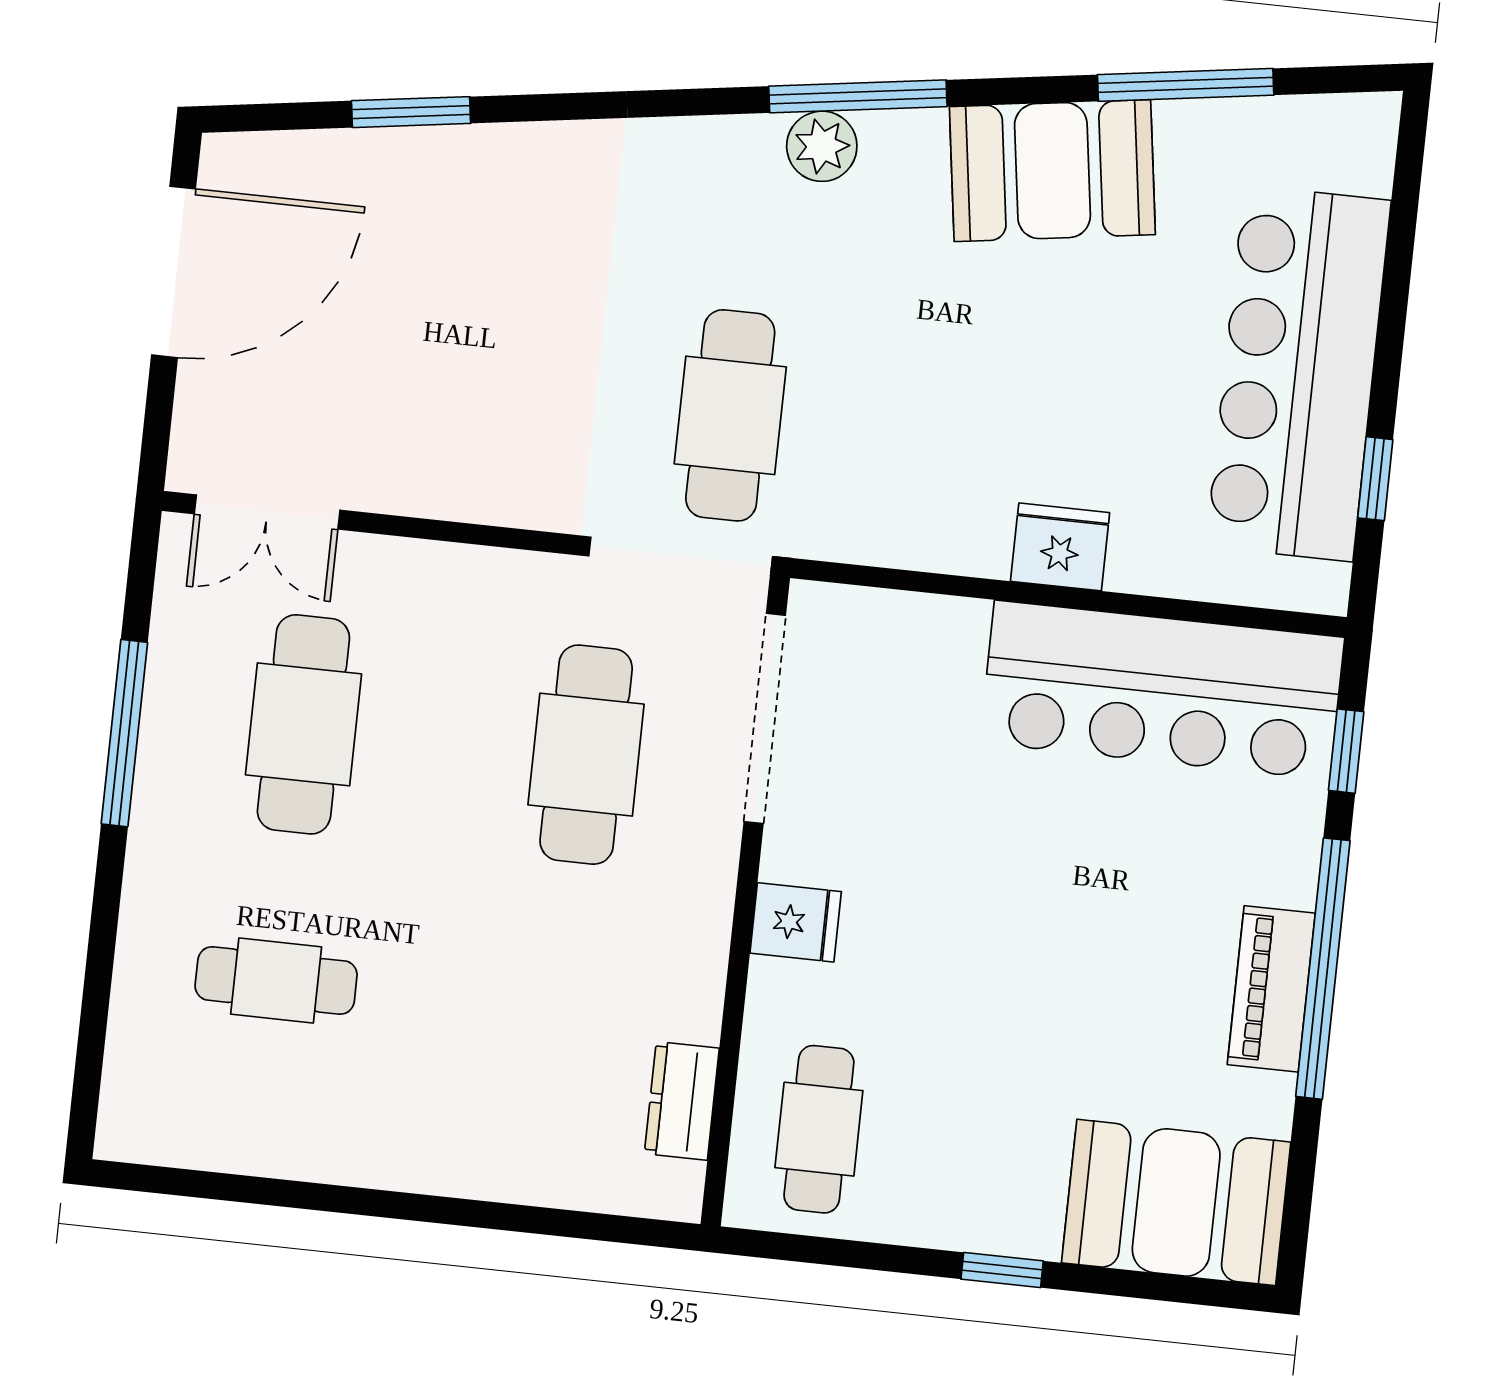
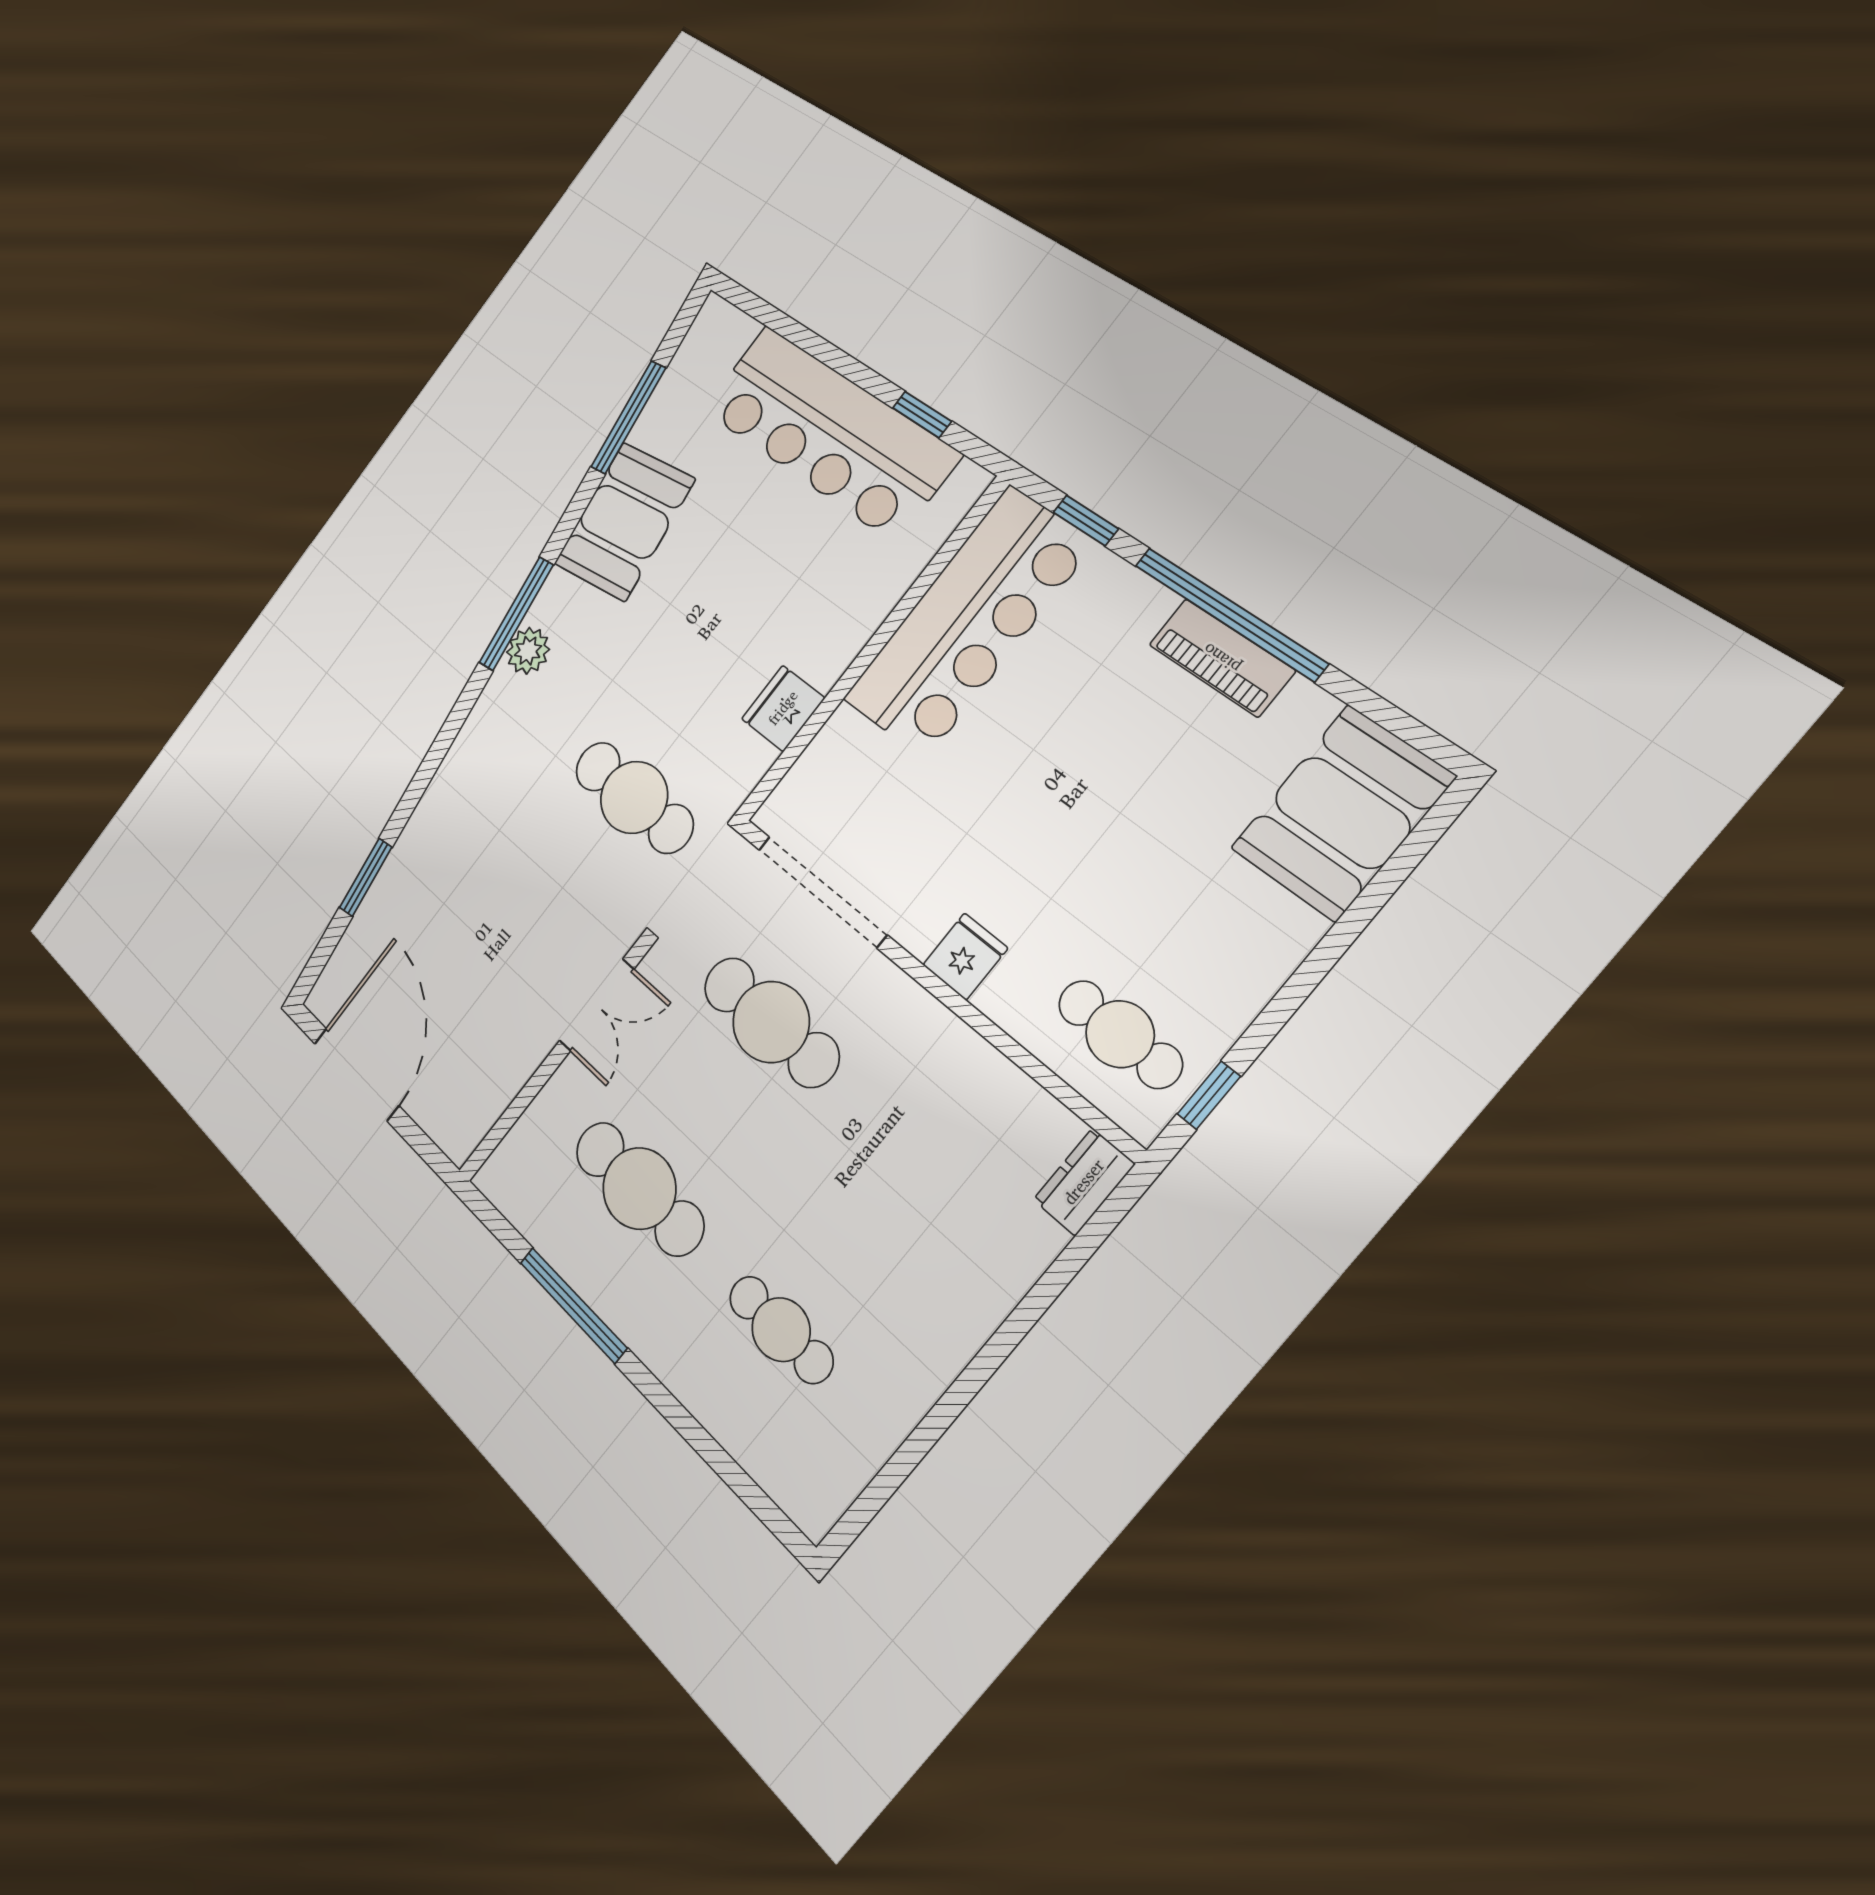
double door: (267, 512) -> (597, 1005), moved
fridge: (1060, 547) -> (783, 708), moved
cafe table: (276, 981) -> (781, 1330), turned 90
dresser: (682, 1101) -> (1084, 1182), moved, turned 90
window: (1002, 1270) -> (1209, 1095), moved

